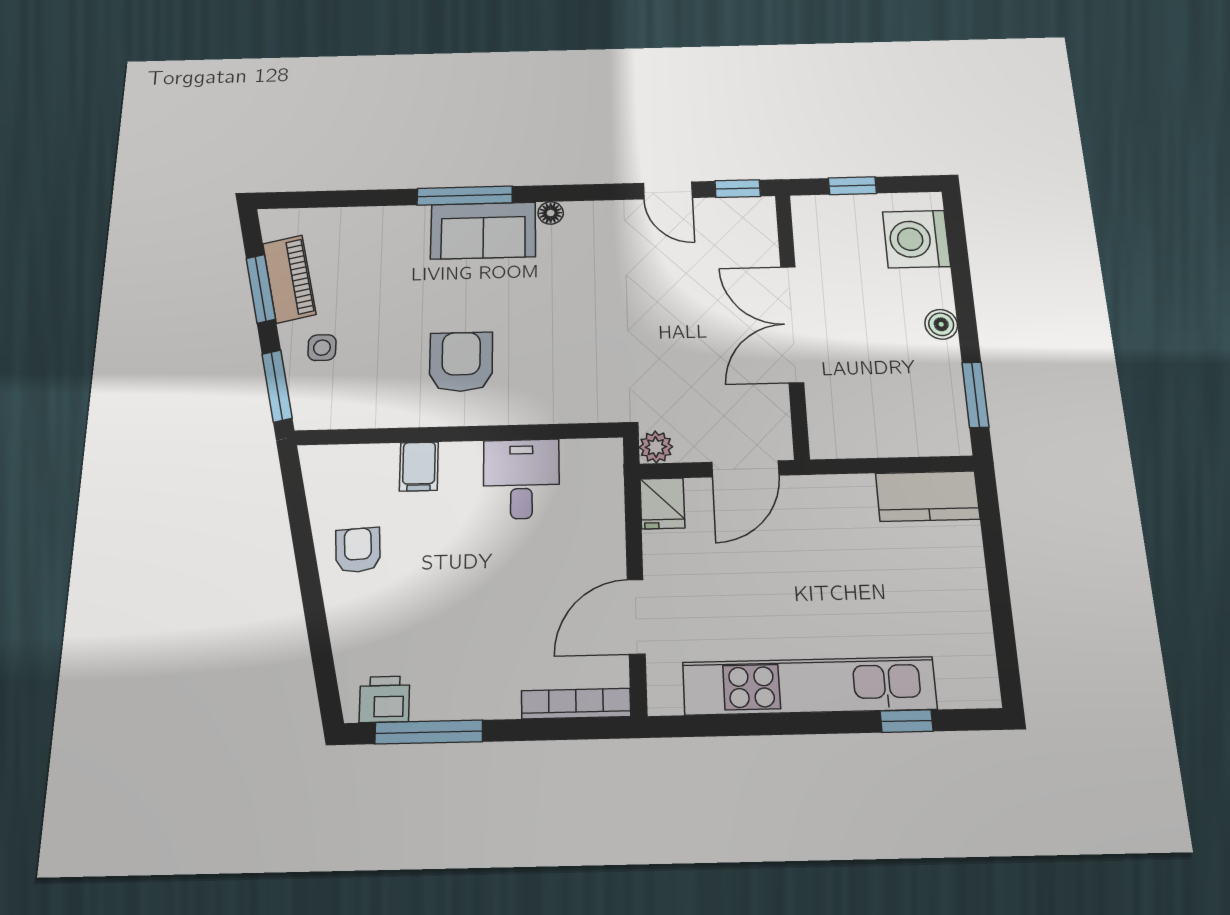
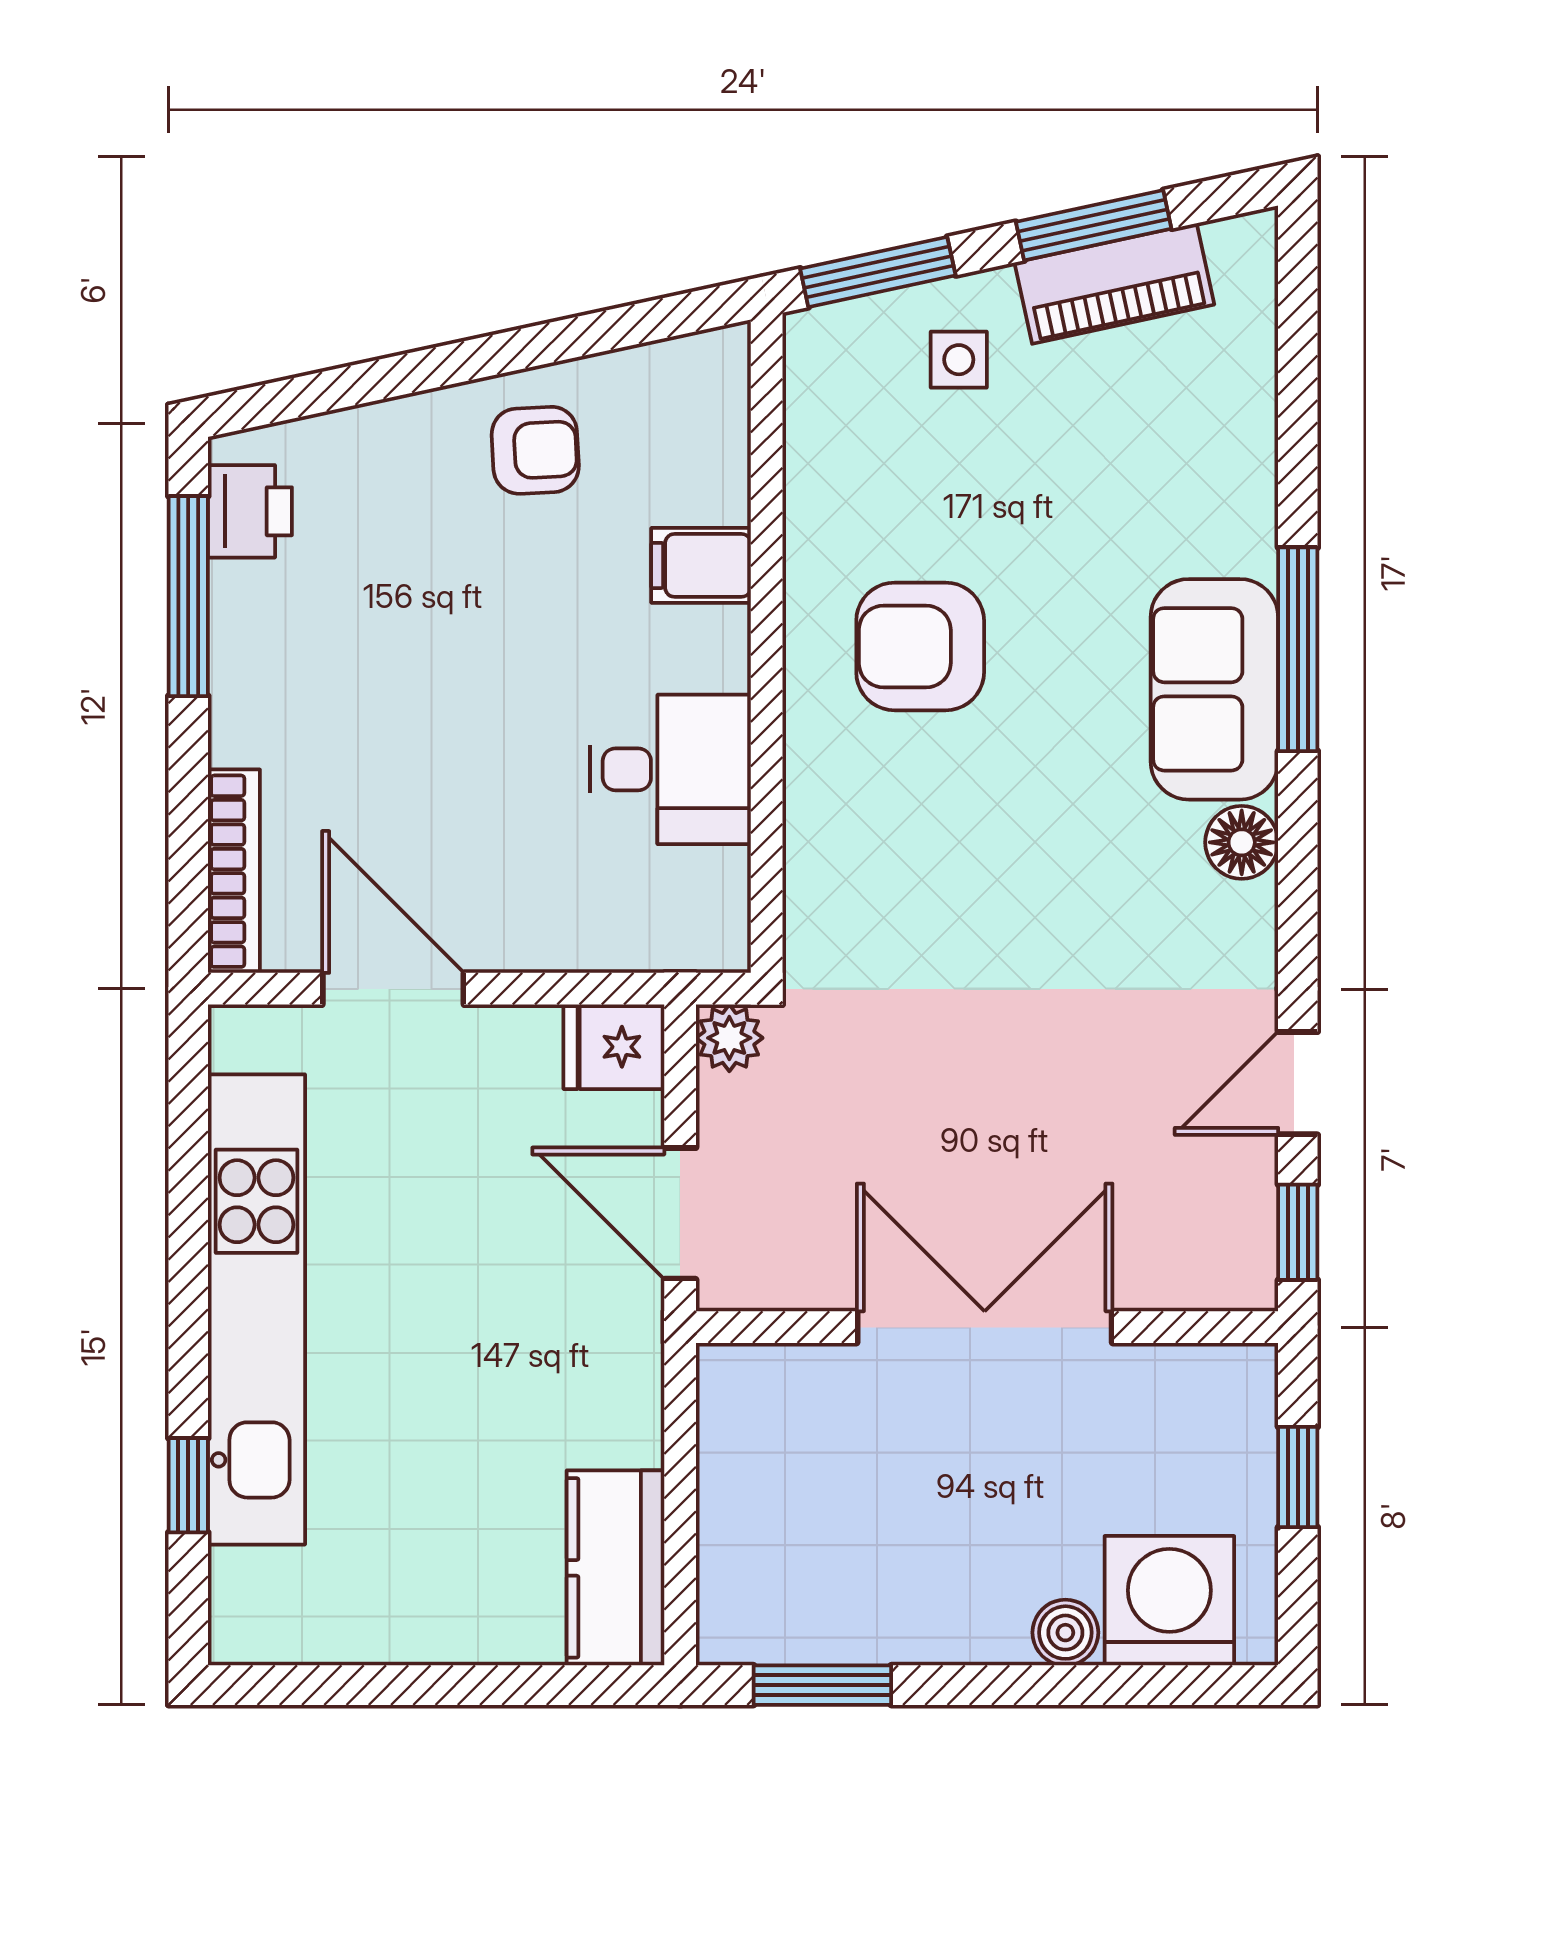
floor lamp: (551, 213) -> (1242, 842), width x1.37, depth x1.37
boiler: (941, 324) -> (1065, 1633), moved
armchair: (461, 362) -> (920, 646), turned 180

